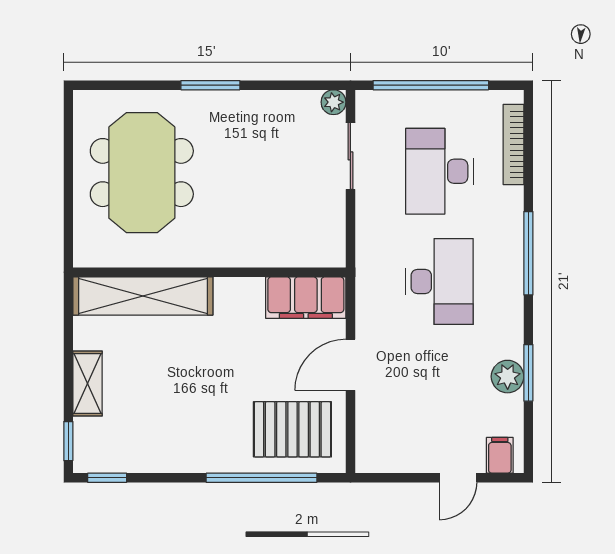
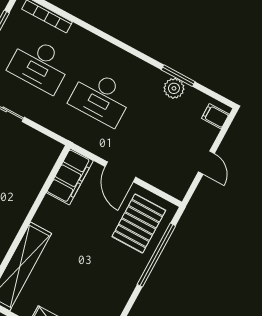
window: (528, 253) -> (112, 40), removed
desk: (439, 281) -> (101, 98), turned 180
door: (458, 478) -> (206, 163), moved

